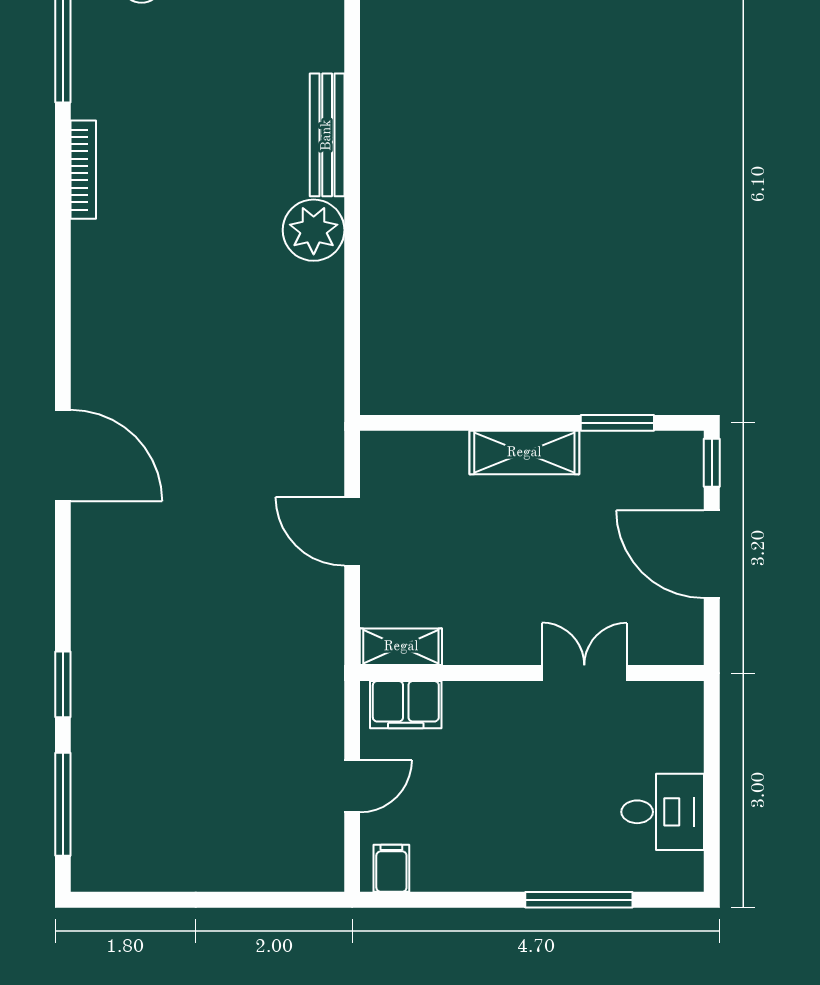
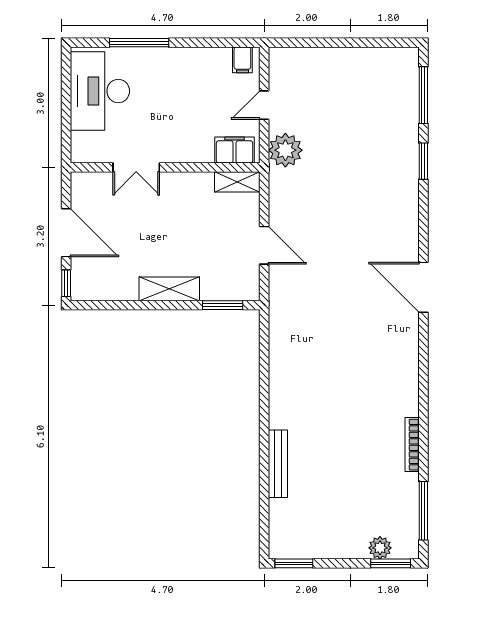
plant: (314, 230) -> (285, 150), moved
window: (617, 423) -> (223, 305), moved
desk: (663, 812) -> (100, 91), width x1.87, depth x1.30

